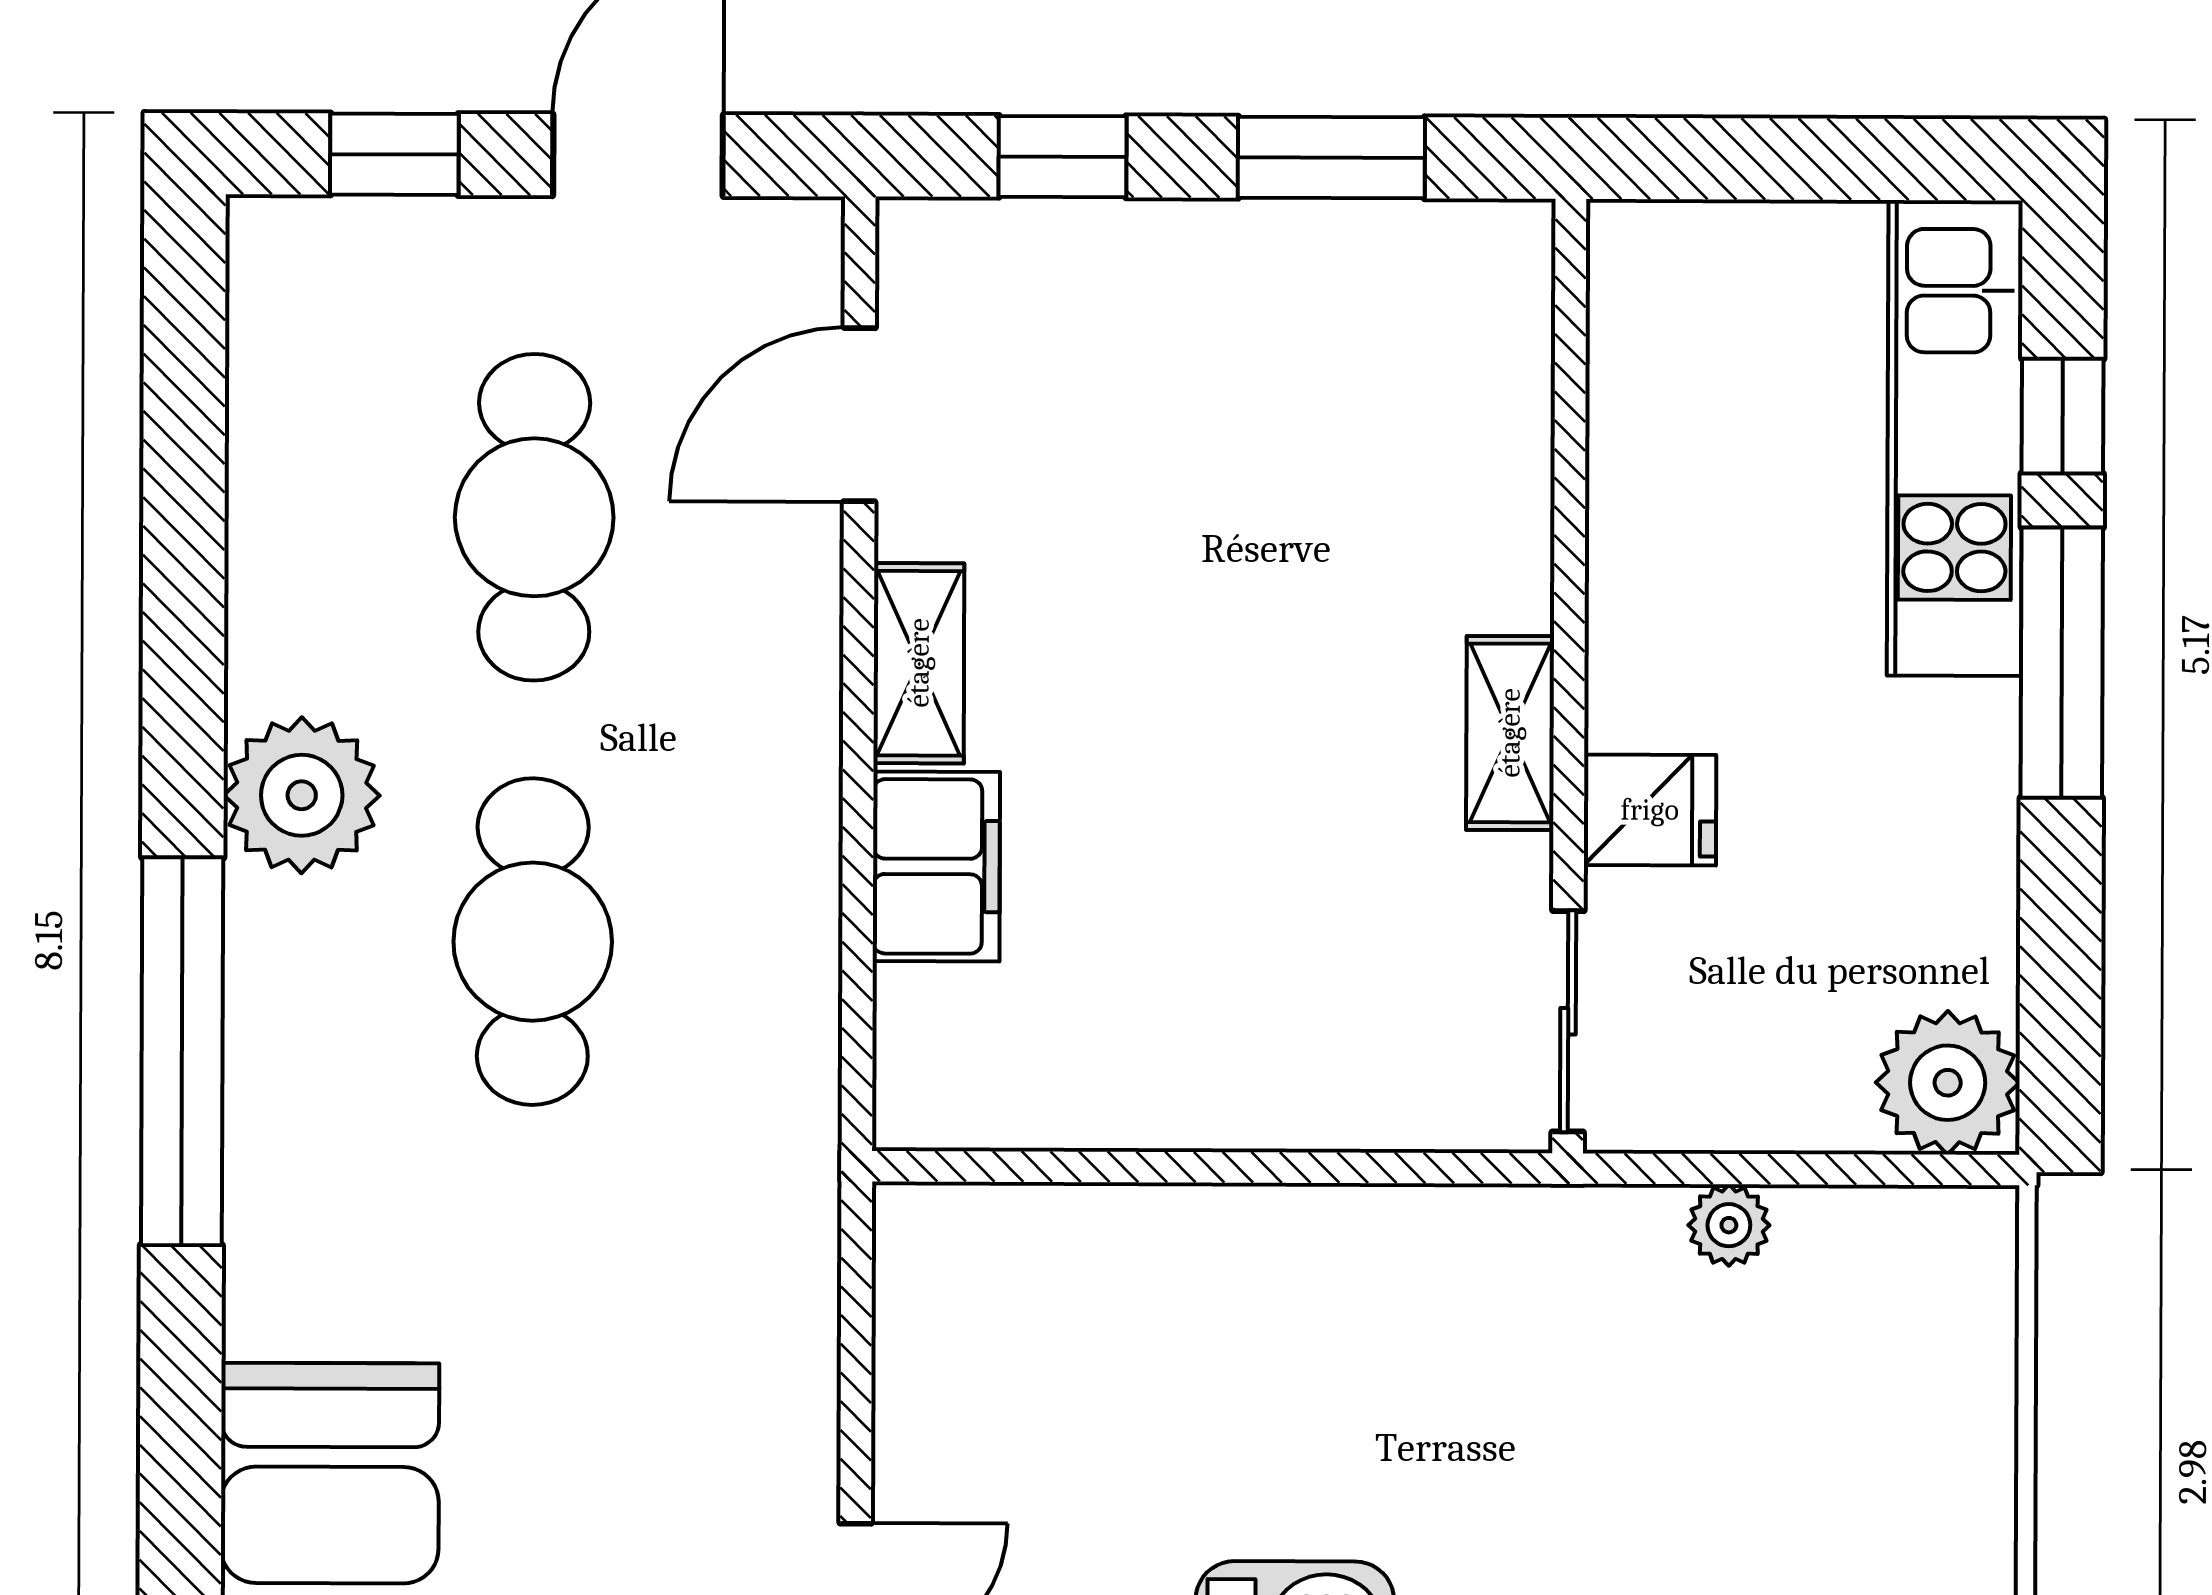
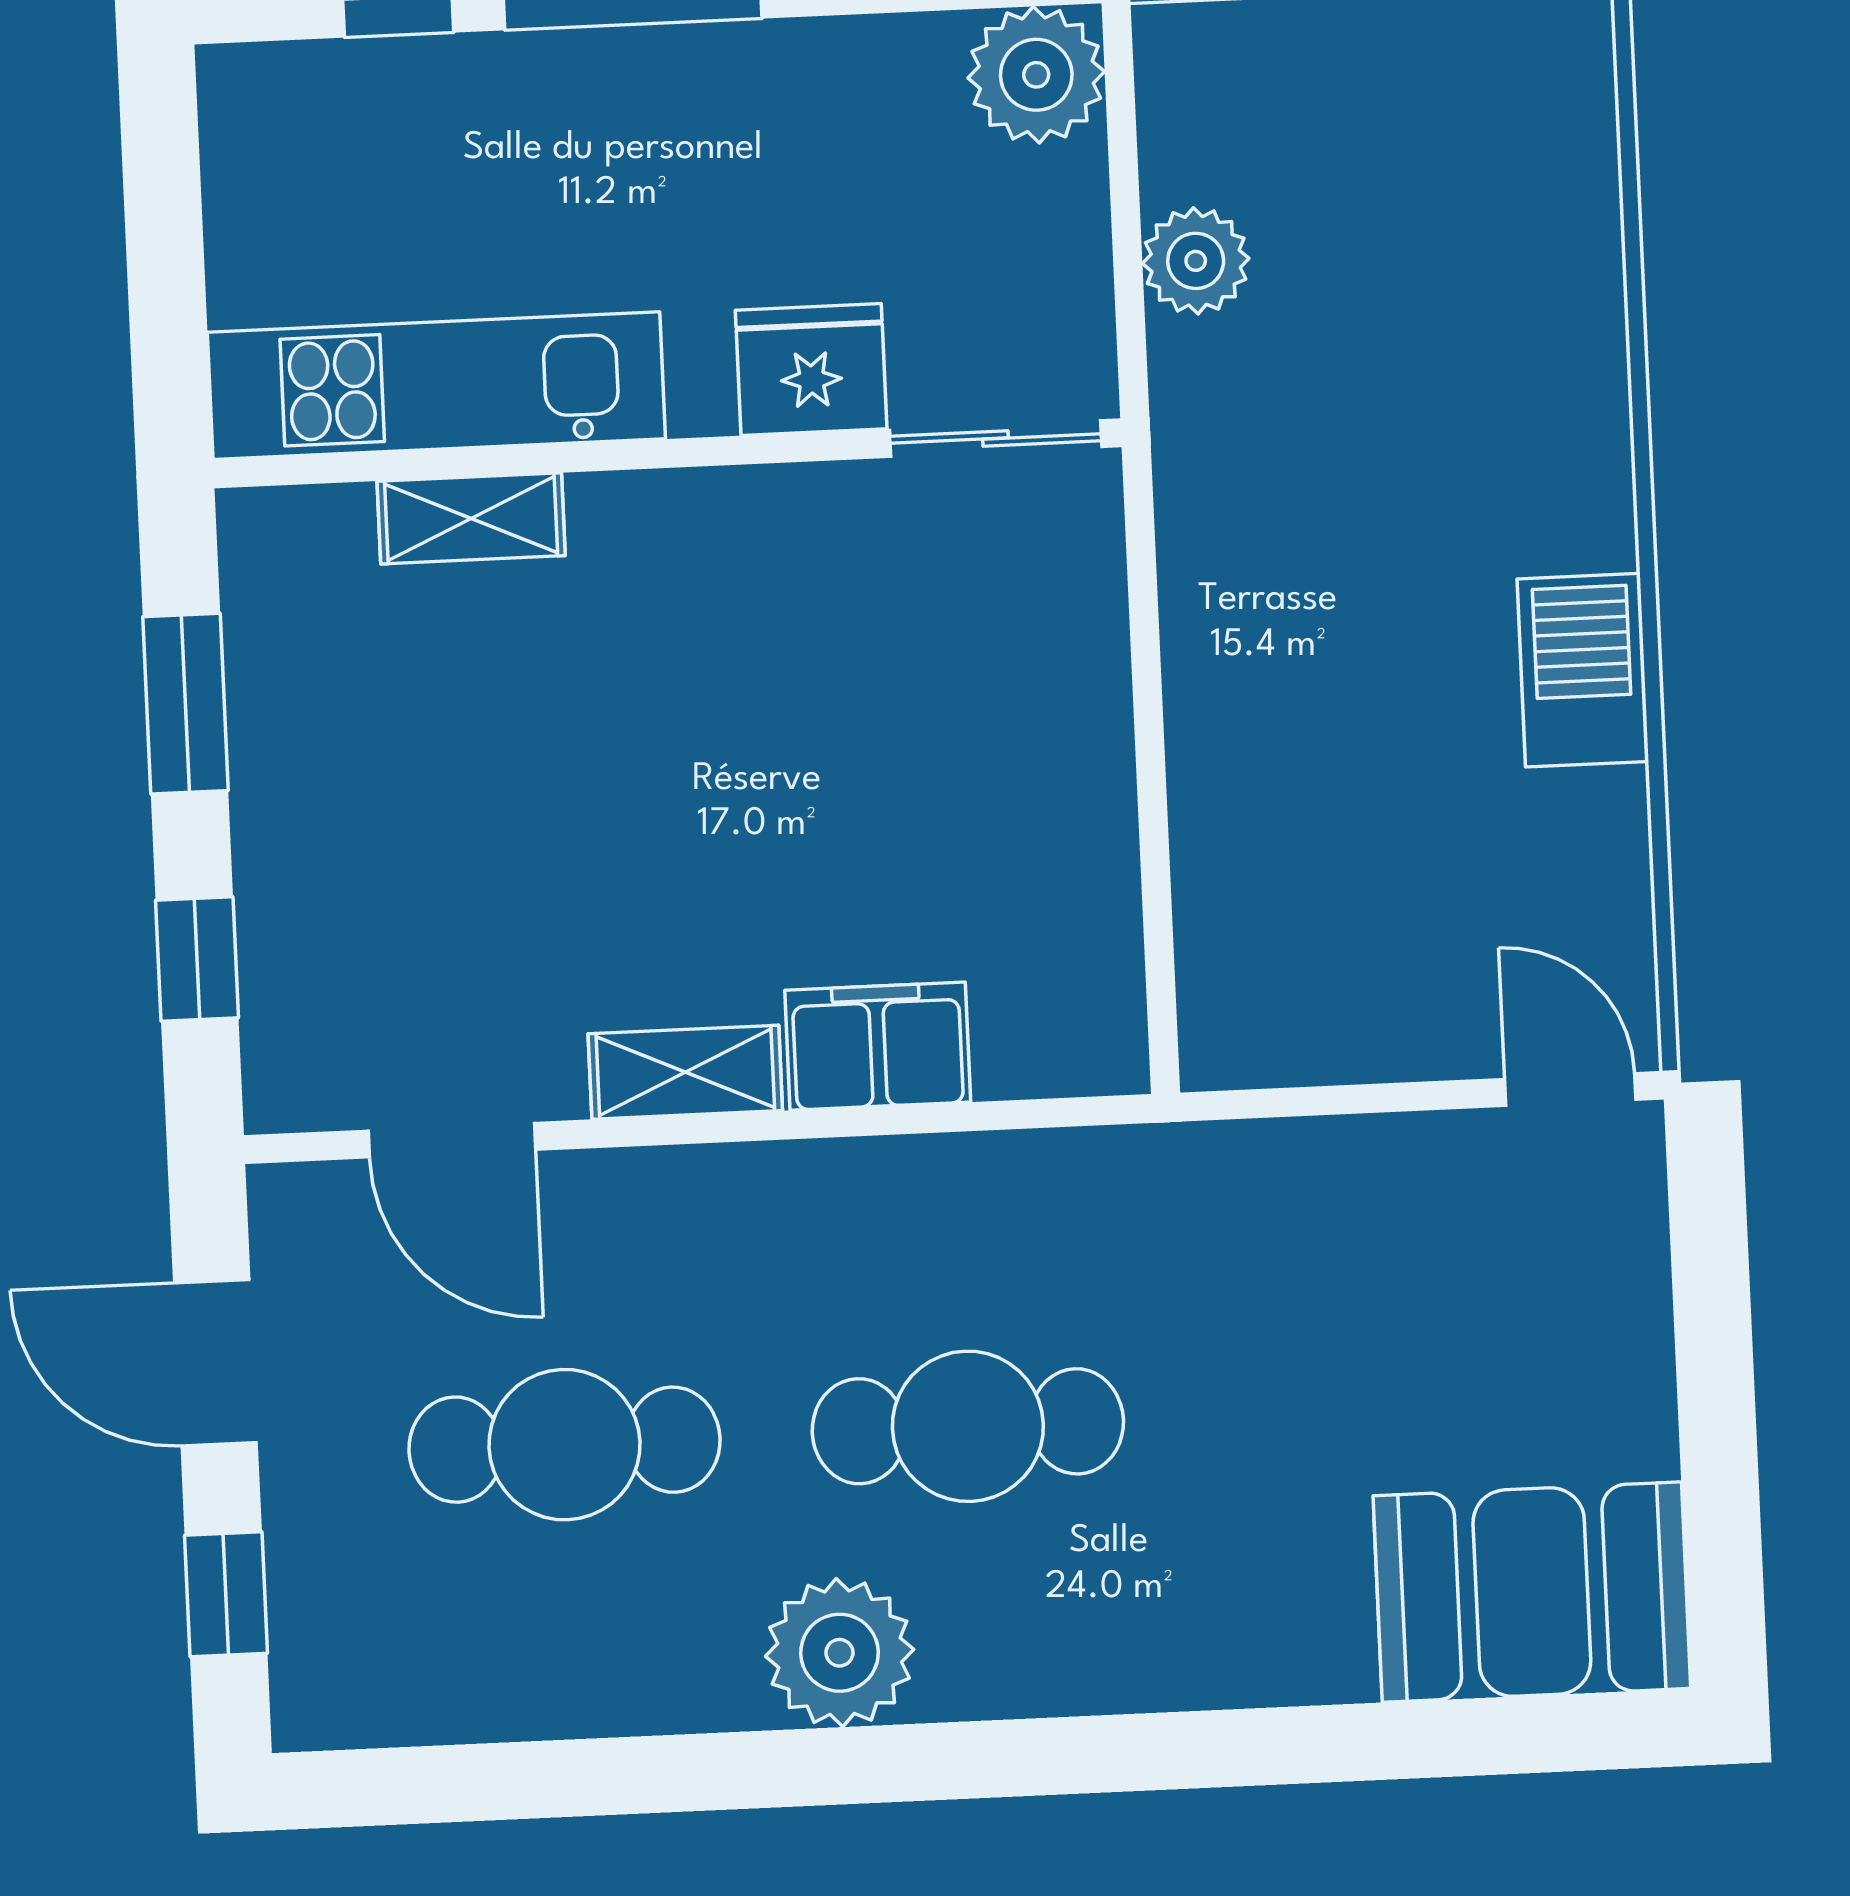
kitchen unit: (1955, 438) -> (436, 386), moved, turned 180
shelving: (1510, 733) -> (471, 518), moved
fridge: (1650, 810) -> (811, 370), width x1.38
window: (182, 1051) -> (1088, 1755), removed
plant: (1729, 1225) -> (1196, 261), width x1.38, depth x1.38

